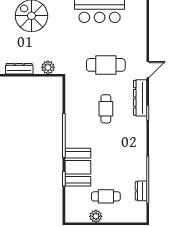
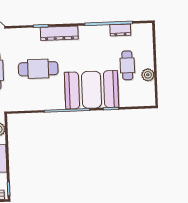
dresser: (140, 98) -> (59, 33), moved
cafe table: (106, 109) -> (38, 69), width x1.37, depth x1.35
booth: (78, 167) -> (92, 90), width x1.36, depth x1.42

